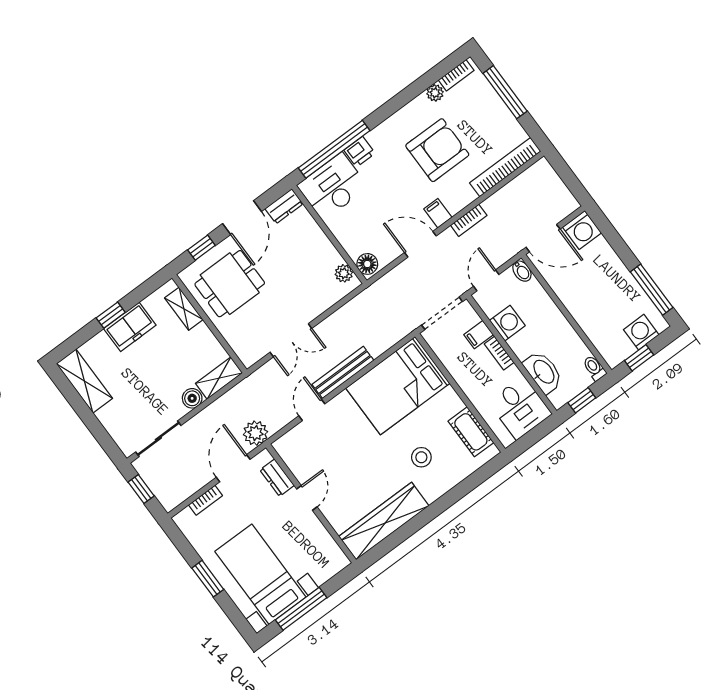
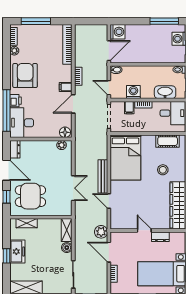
armchair: (437, 150) -> (25, 75), moved
dining table: (230, 284) -> (30, 196), turned 90
dresser: (277, 478) -> (160, 237), moved

